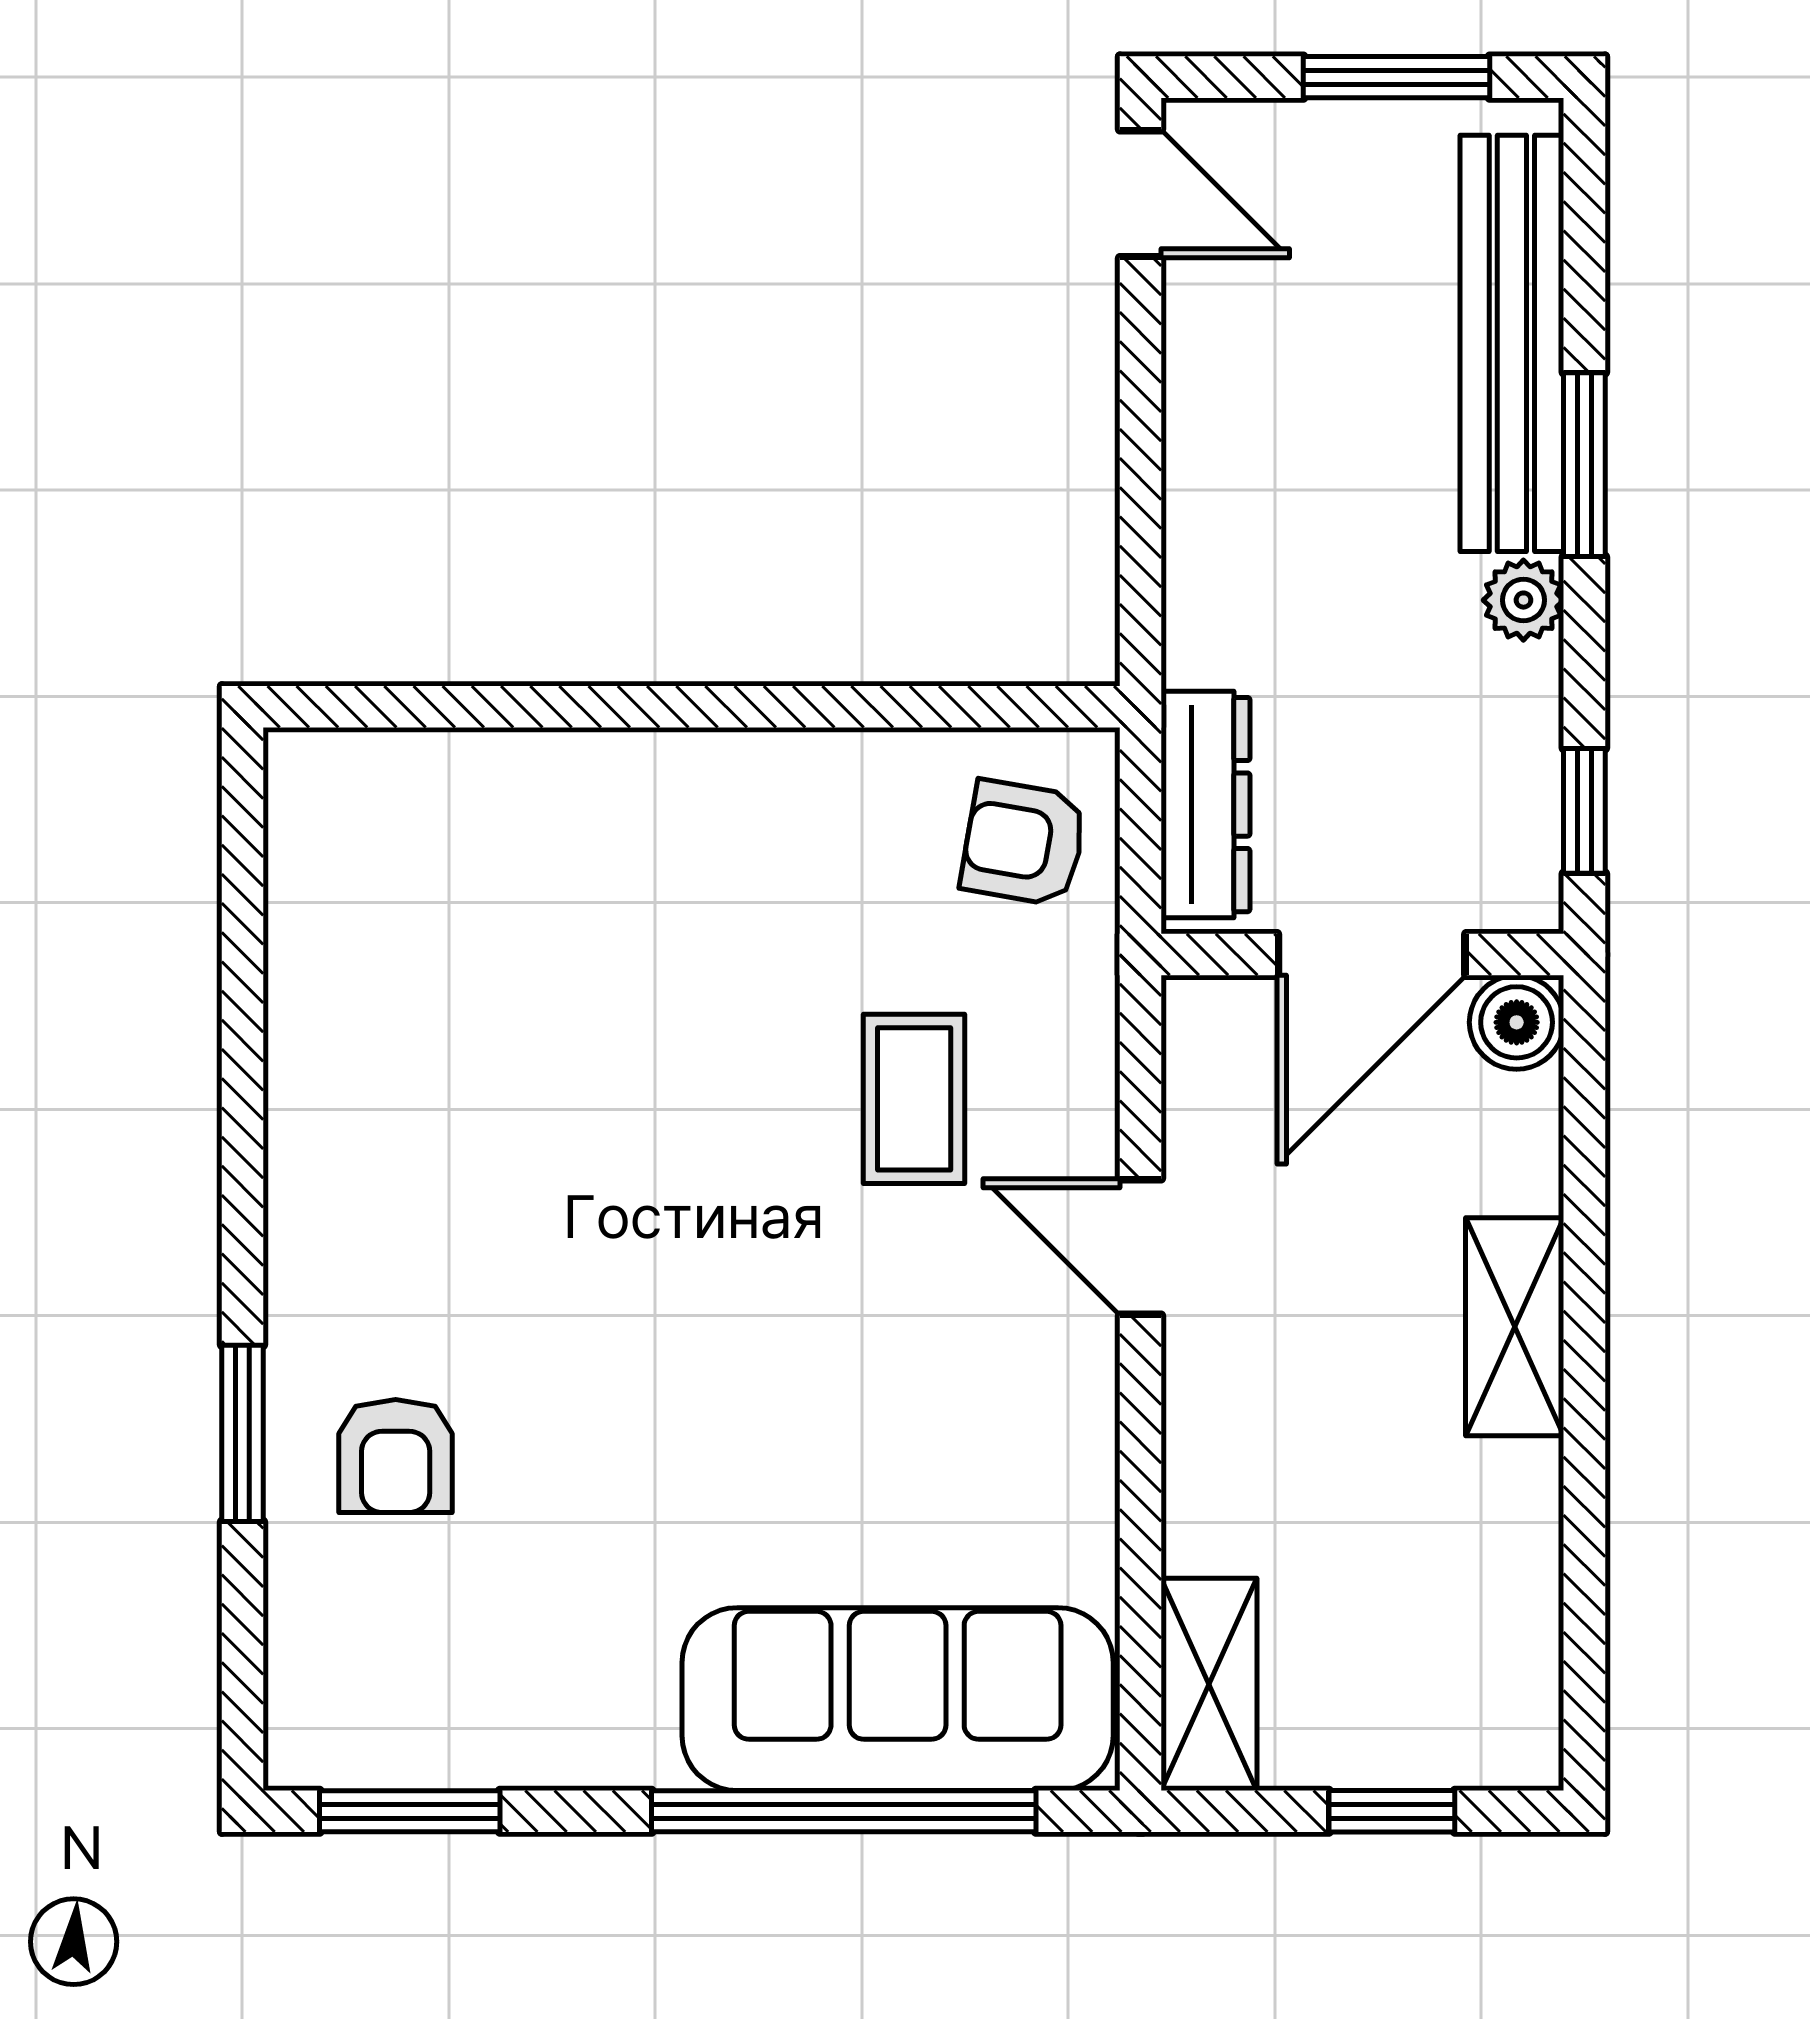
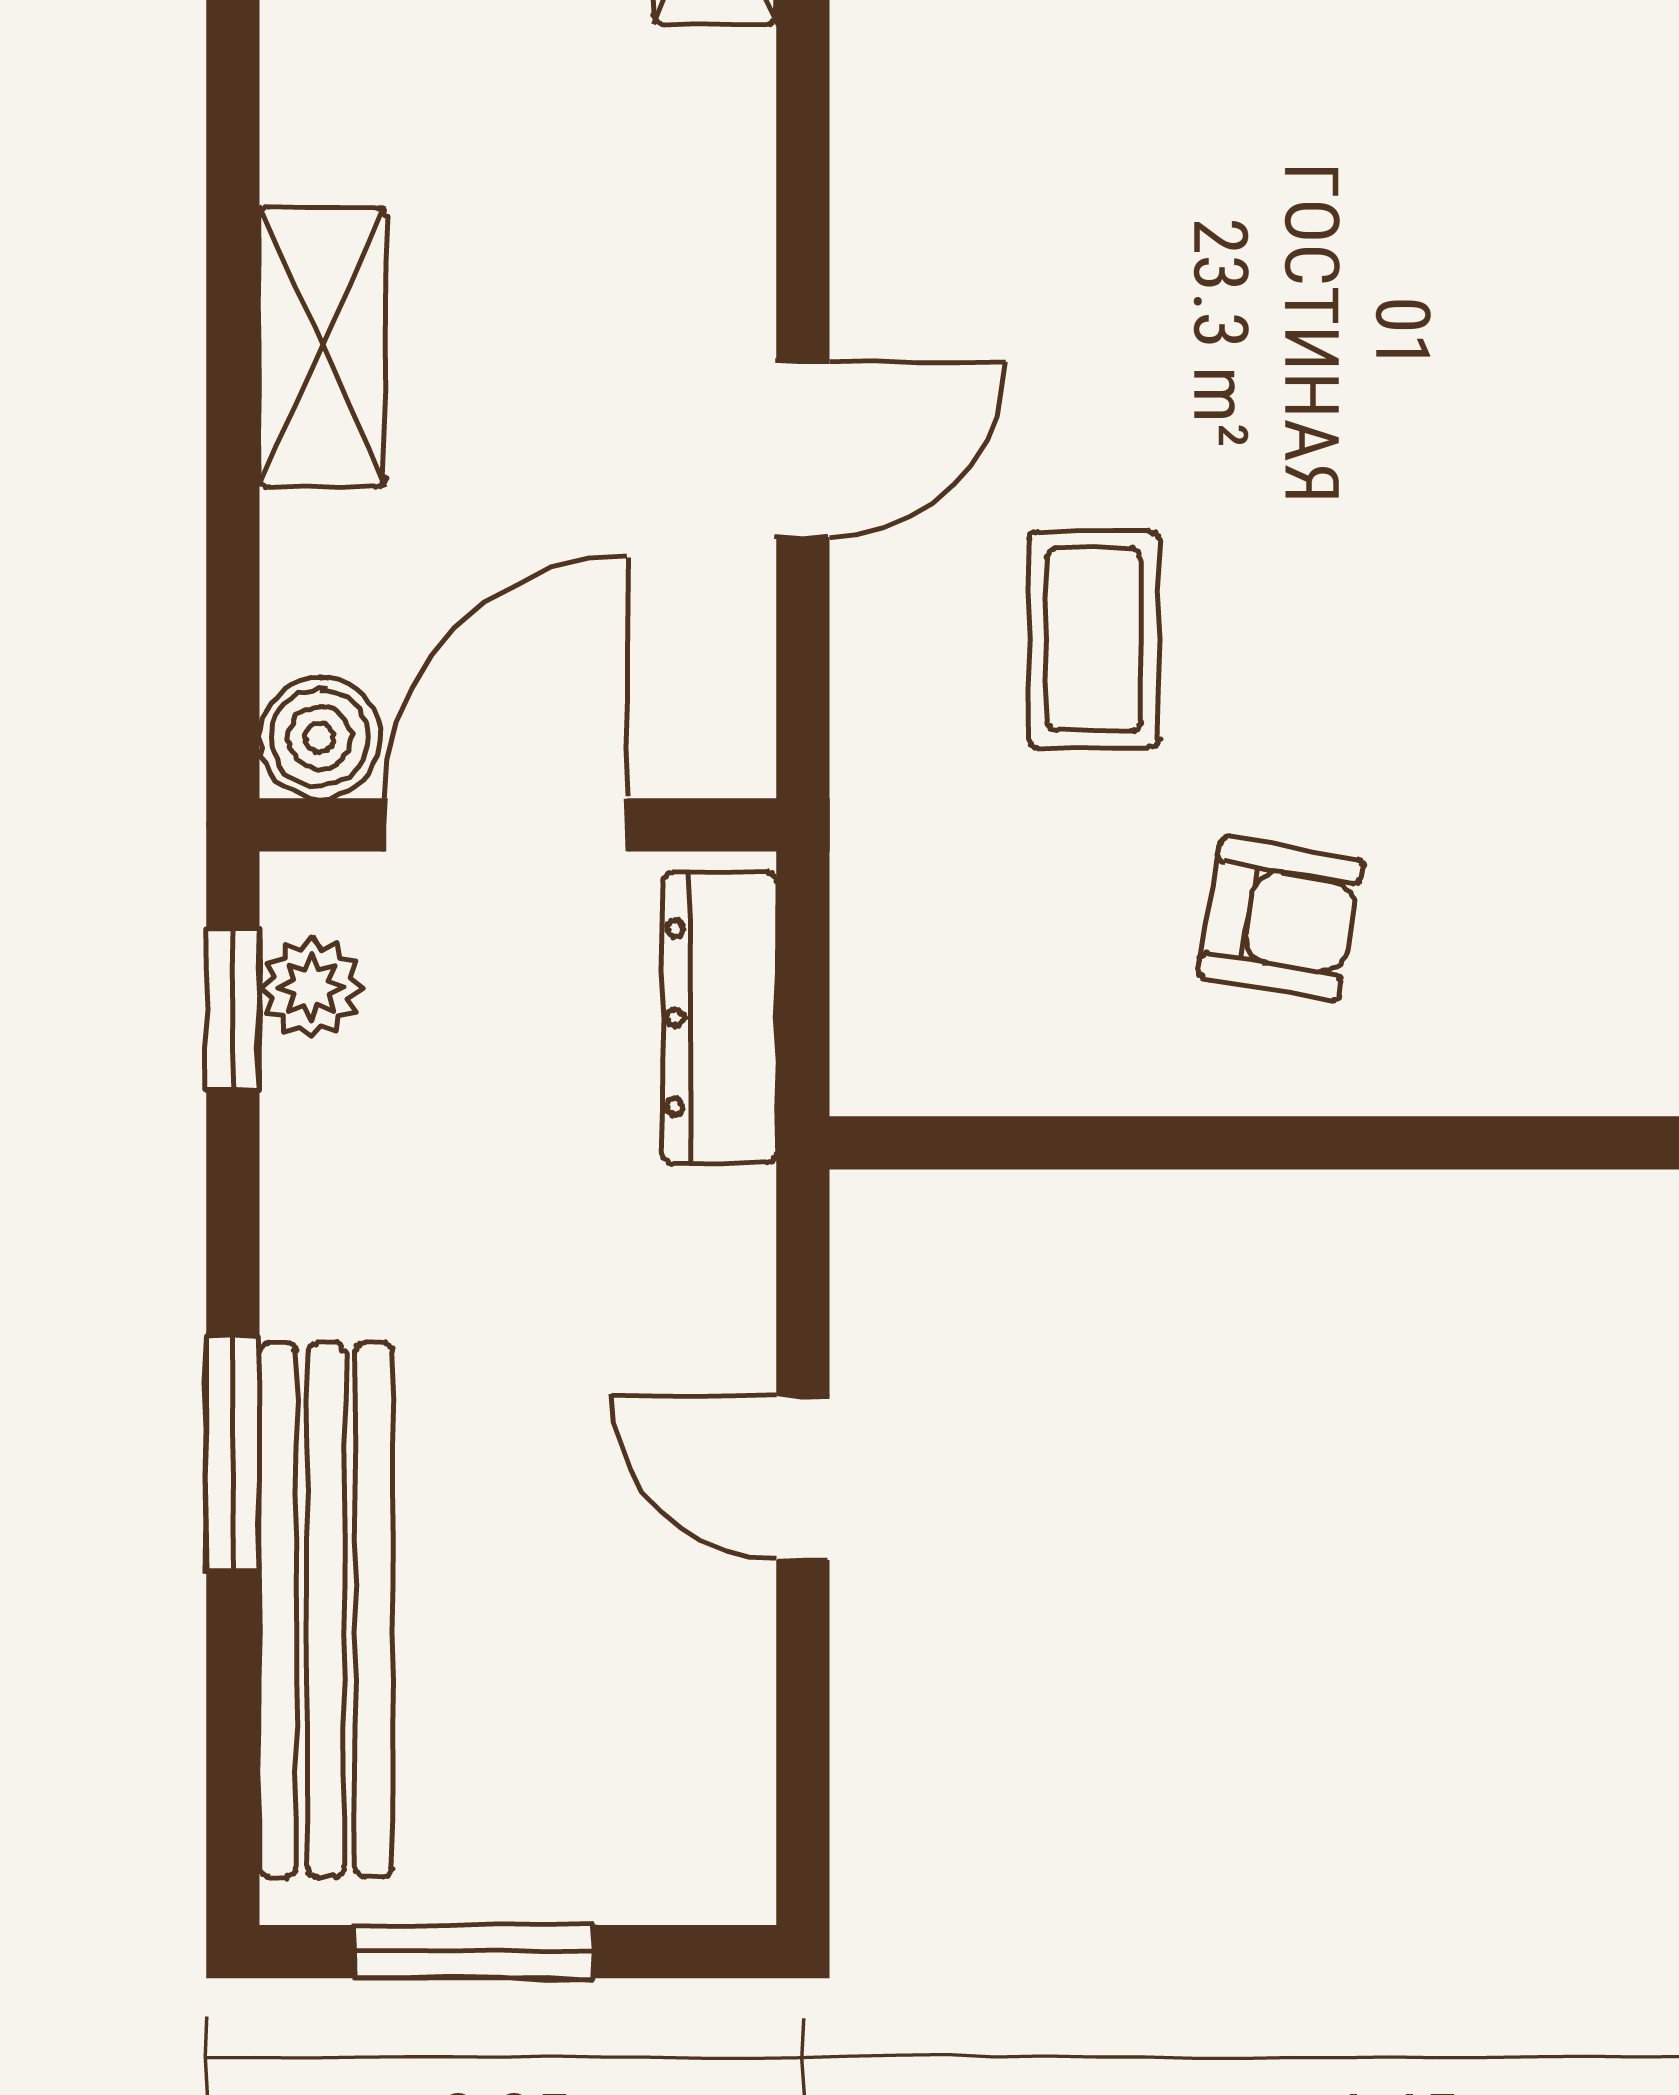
door: (1140, 194) -> (803, 1478), moved
plant: (1523, 600) -> (311, 988), moved
armchair: (1024, 843) -> (1280, 919), moved
door: (1140, 1247) -> (803, 449), hinge flipped

